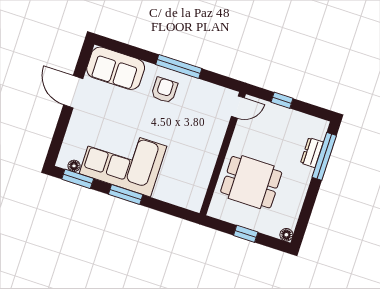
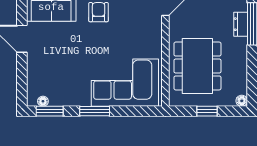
corner sofa: (123, 160) -> (125, 83), moved
dining table: (251, 182) -> (197, 66), width x1.38

